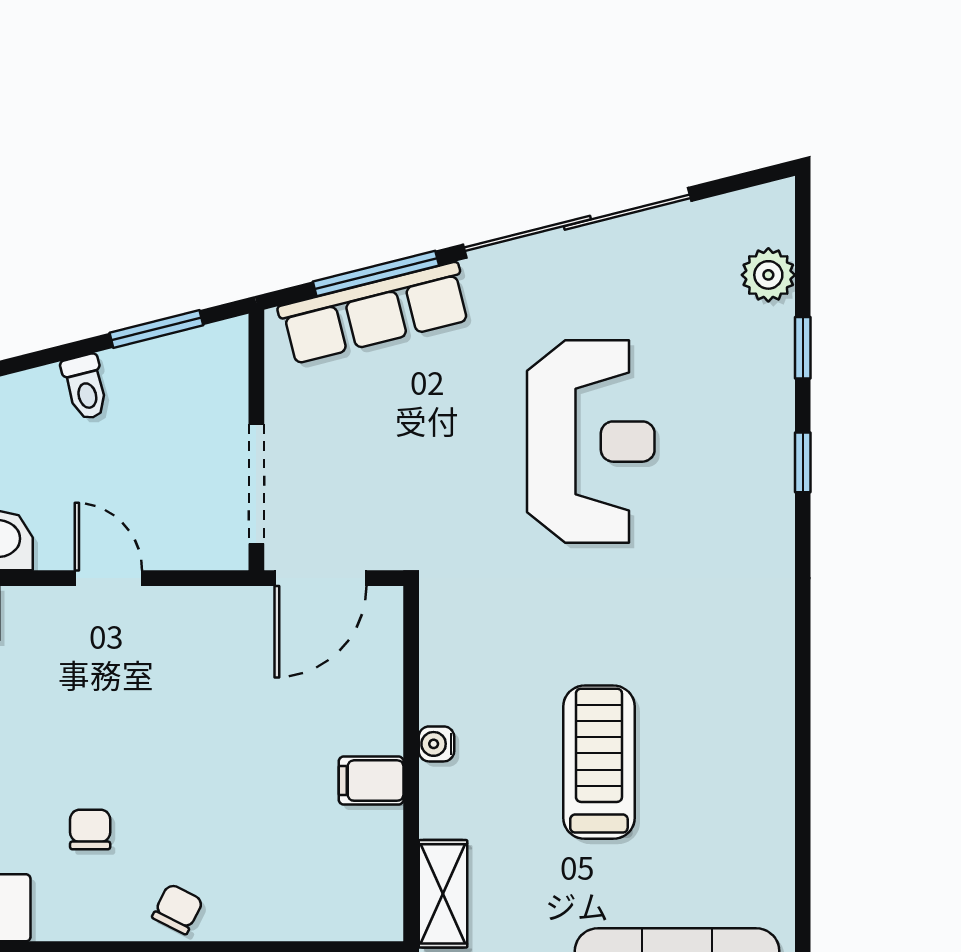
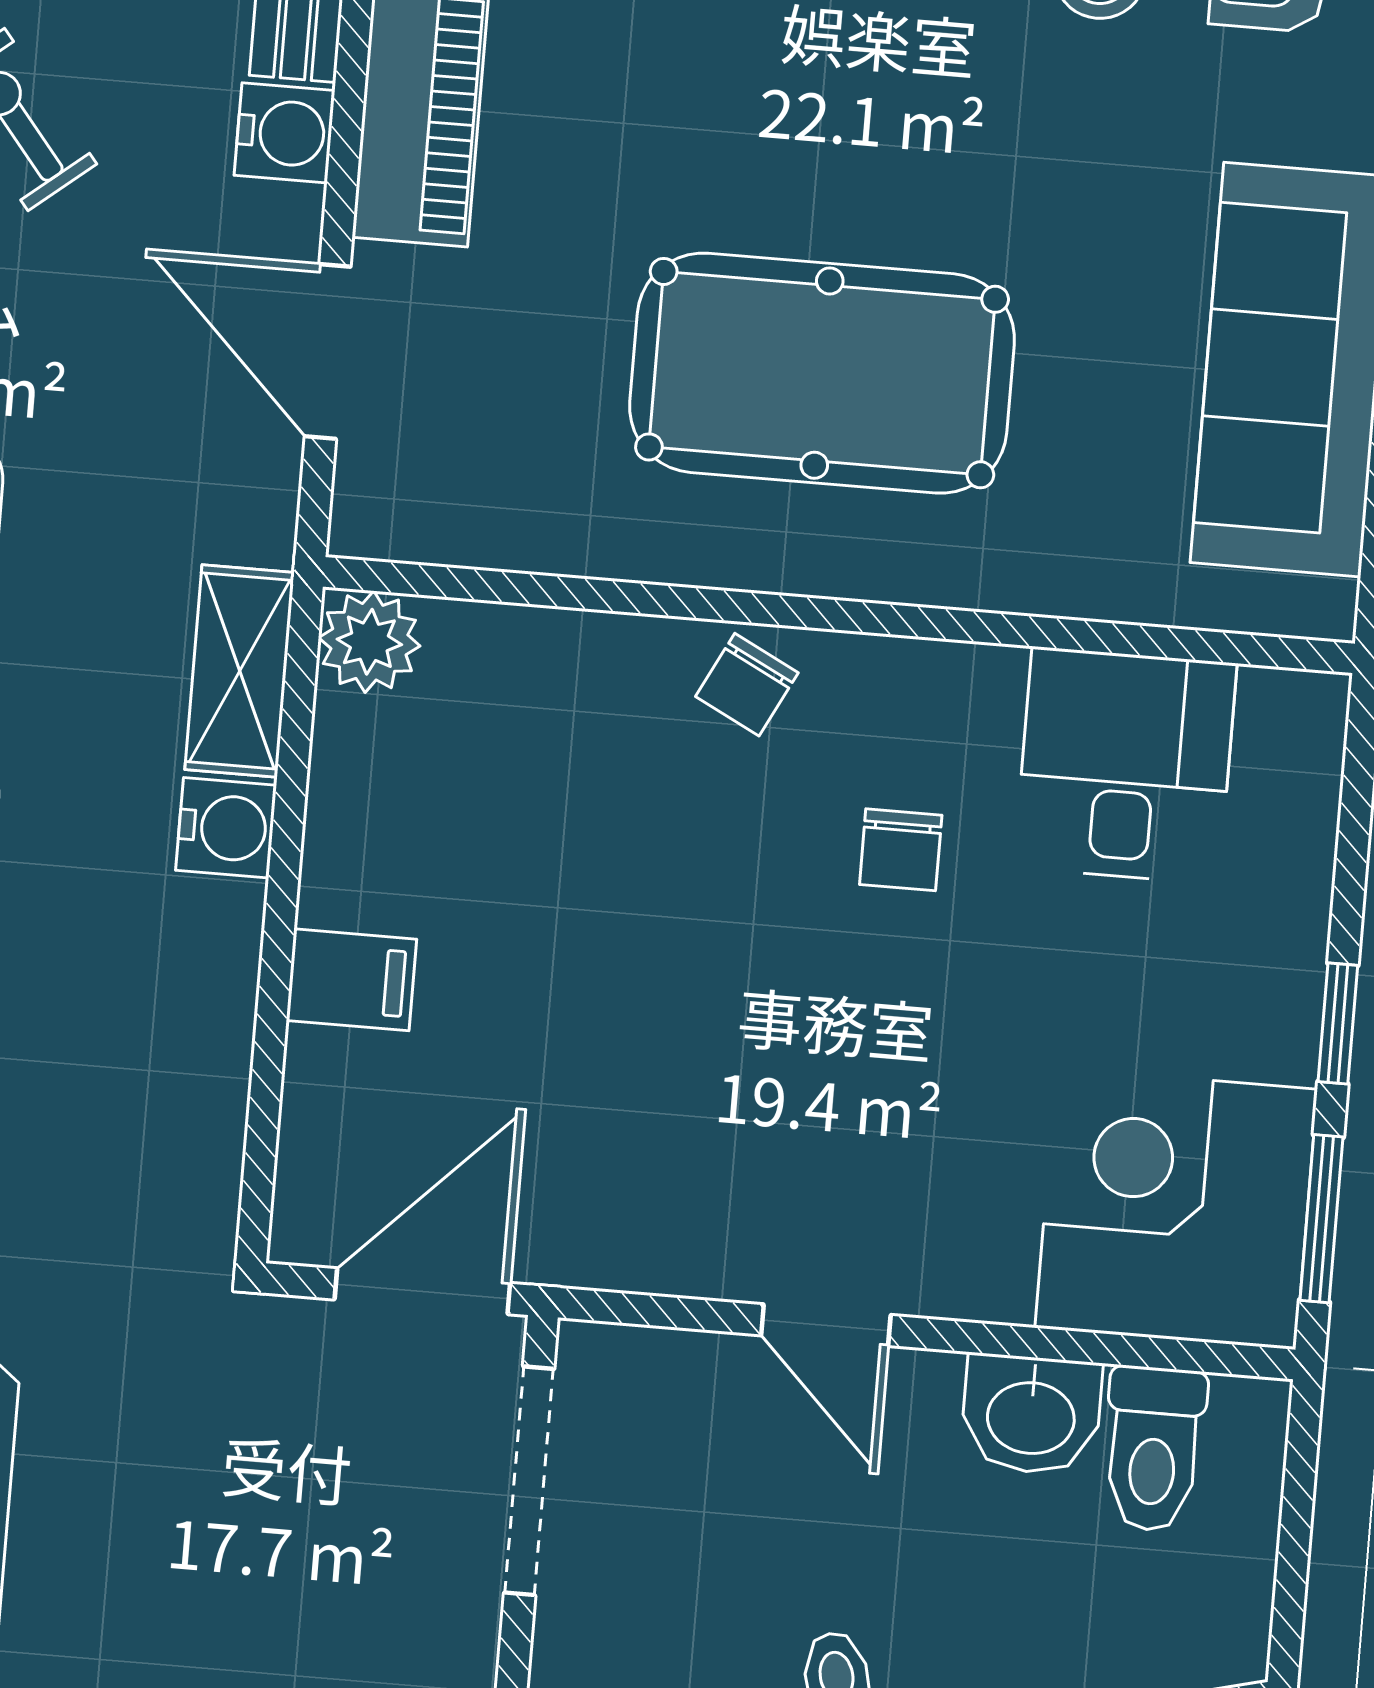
water cooler: (436, 744) -> (226, 828), moved, width x1.38, depth x1.38
filing cabinet: (371, 781) -> (351, 980), moved
plant: (377, 915) -> (369, 642), added

